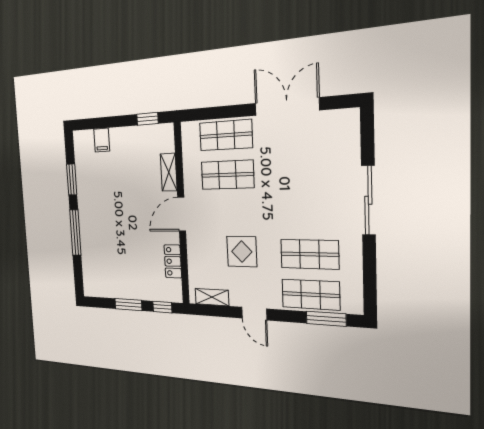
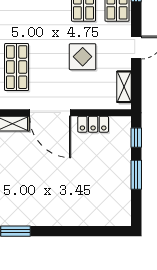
door: (182, 214) -> (50, 113), width x1.36
window: (75, 232) -> (67, 231), removed

